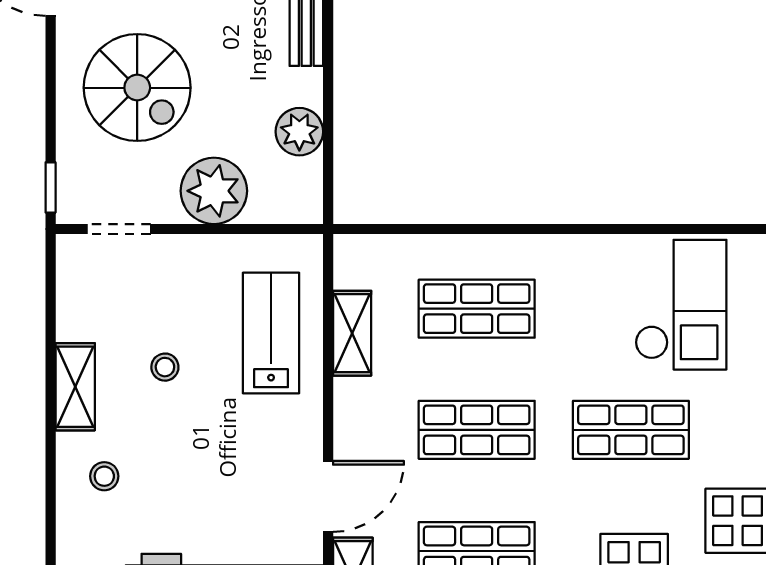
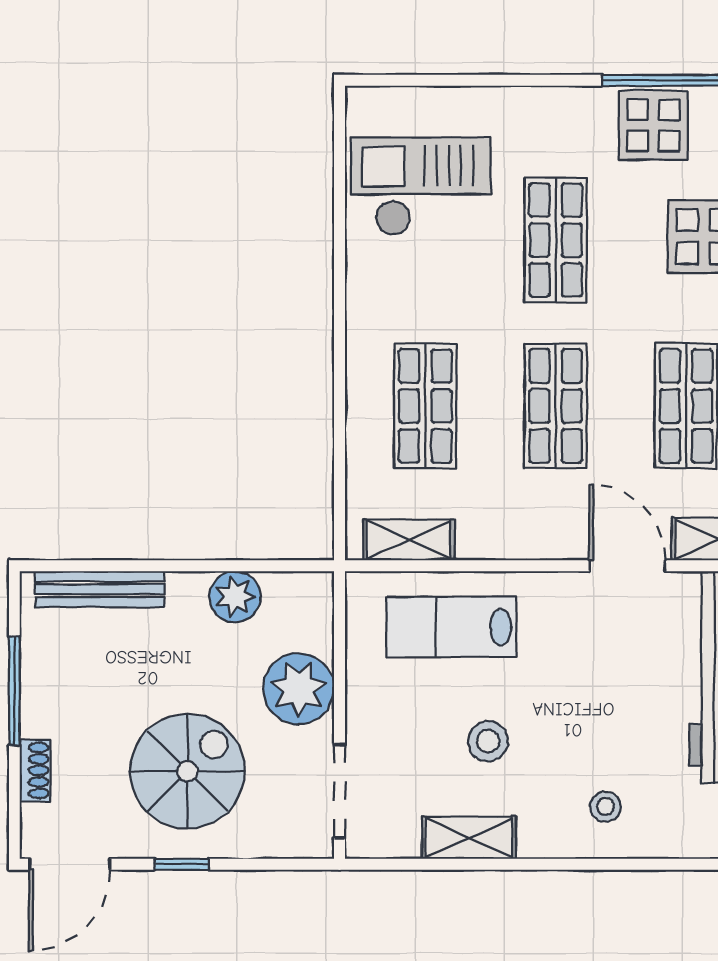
window: (51, 187) -> (182, 864), moved
doorway: (119, 229) -> (340, 791), width x1.38
shelving: (352, 333) -> (409, 540), moved
stool: (165, 367) -> (488, 741), width x1.37, depth x1.37
shelving: (75, 387) -> (469, 838), moved

